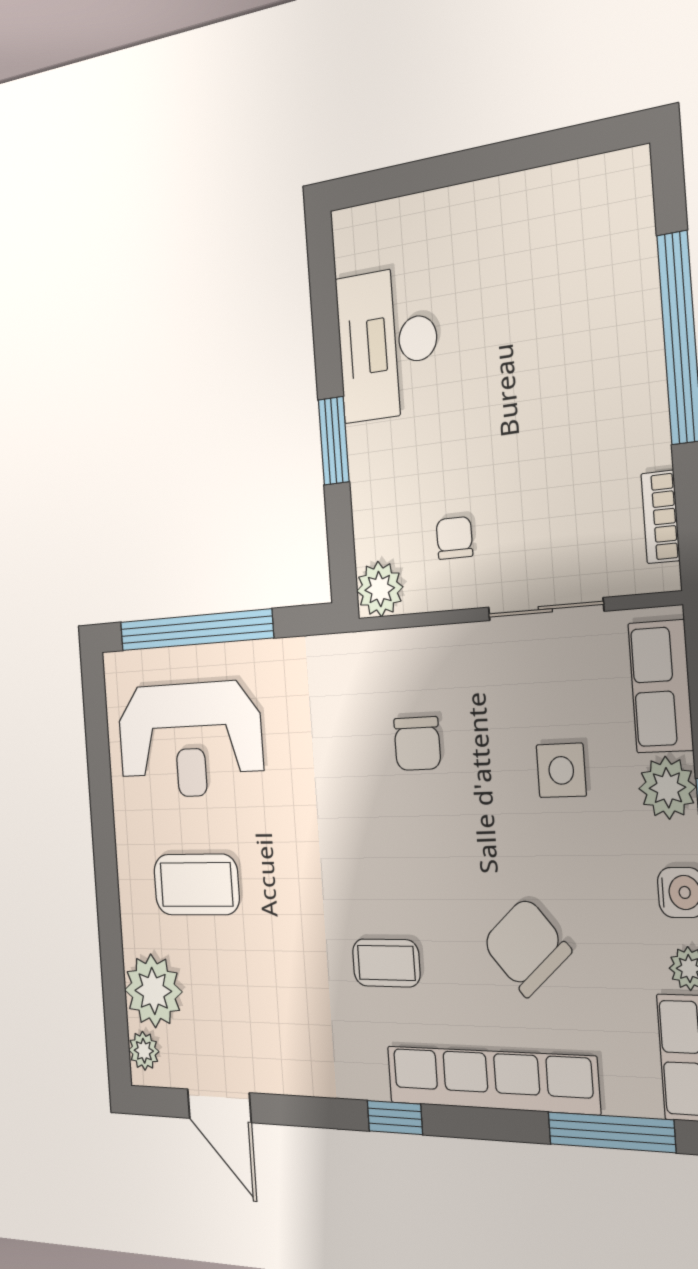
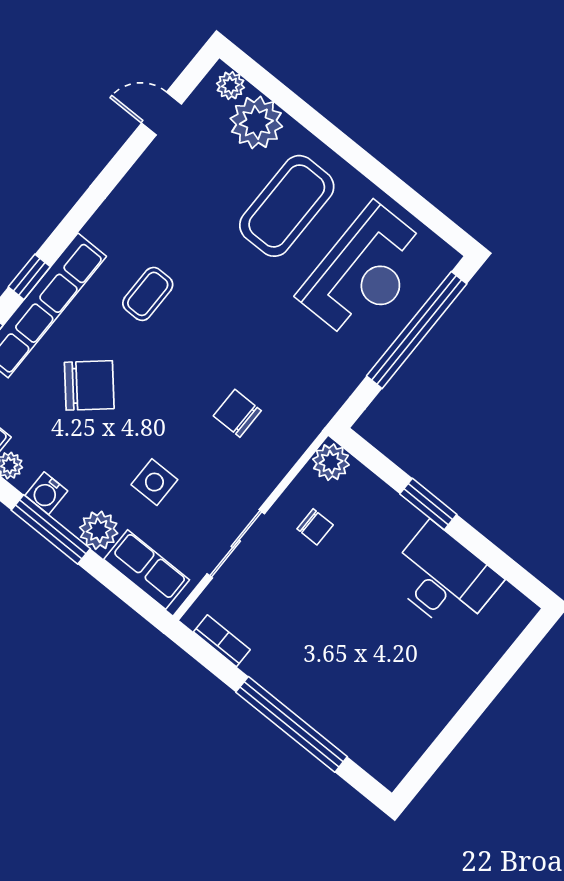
reception desk: (190, 740) -> (364, 272), turned 180
coffee table: (196, 885) -> (287, 206), width x1.36, depth x1.32
door: (219, 1106) -> (161, 114), width x0.73
window: (395, 1117) -> (29, 277), moved

